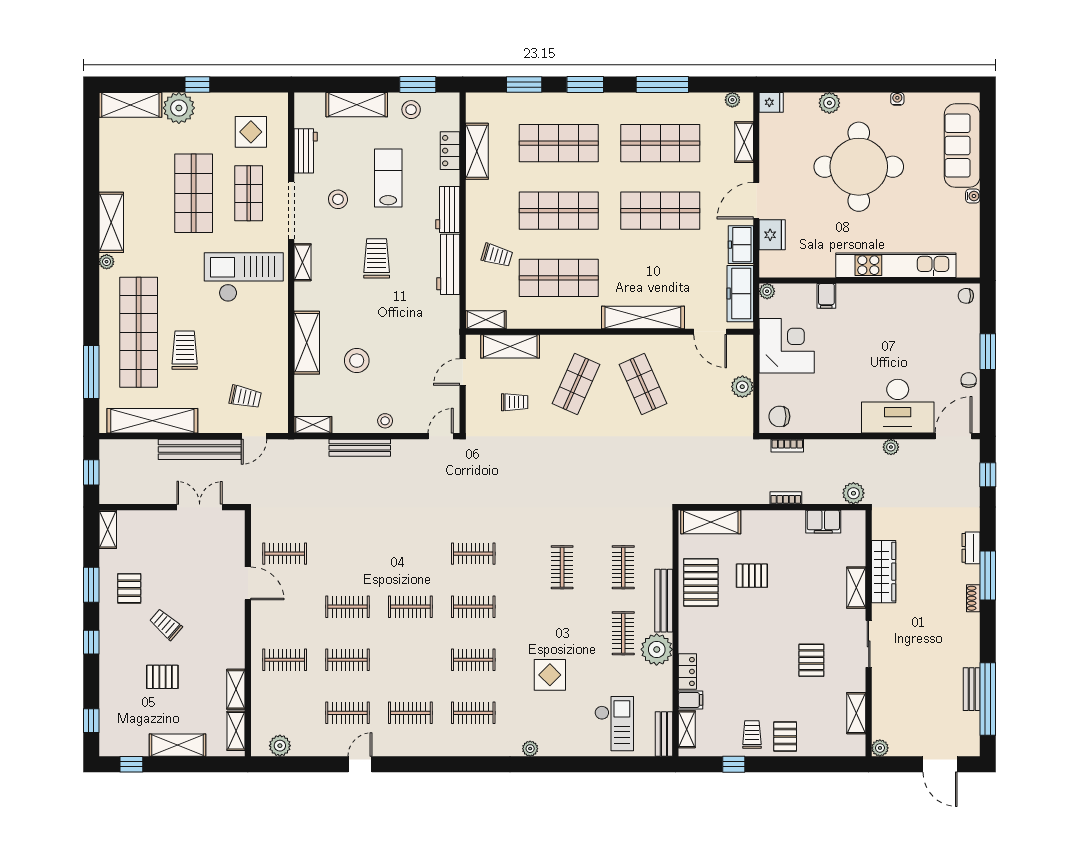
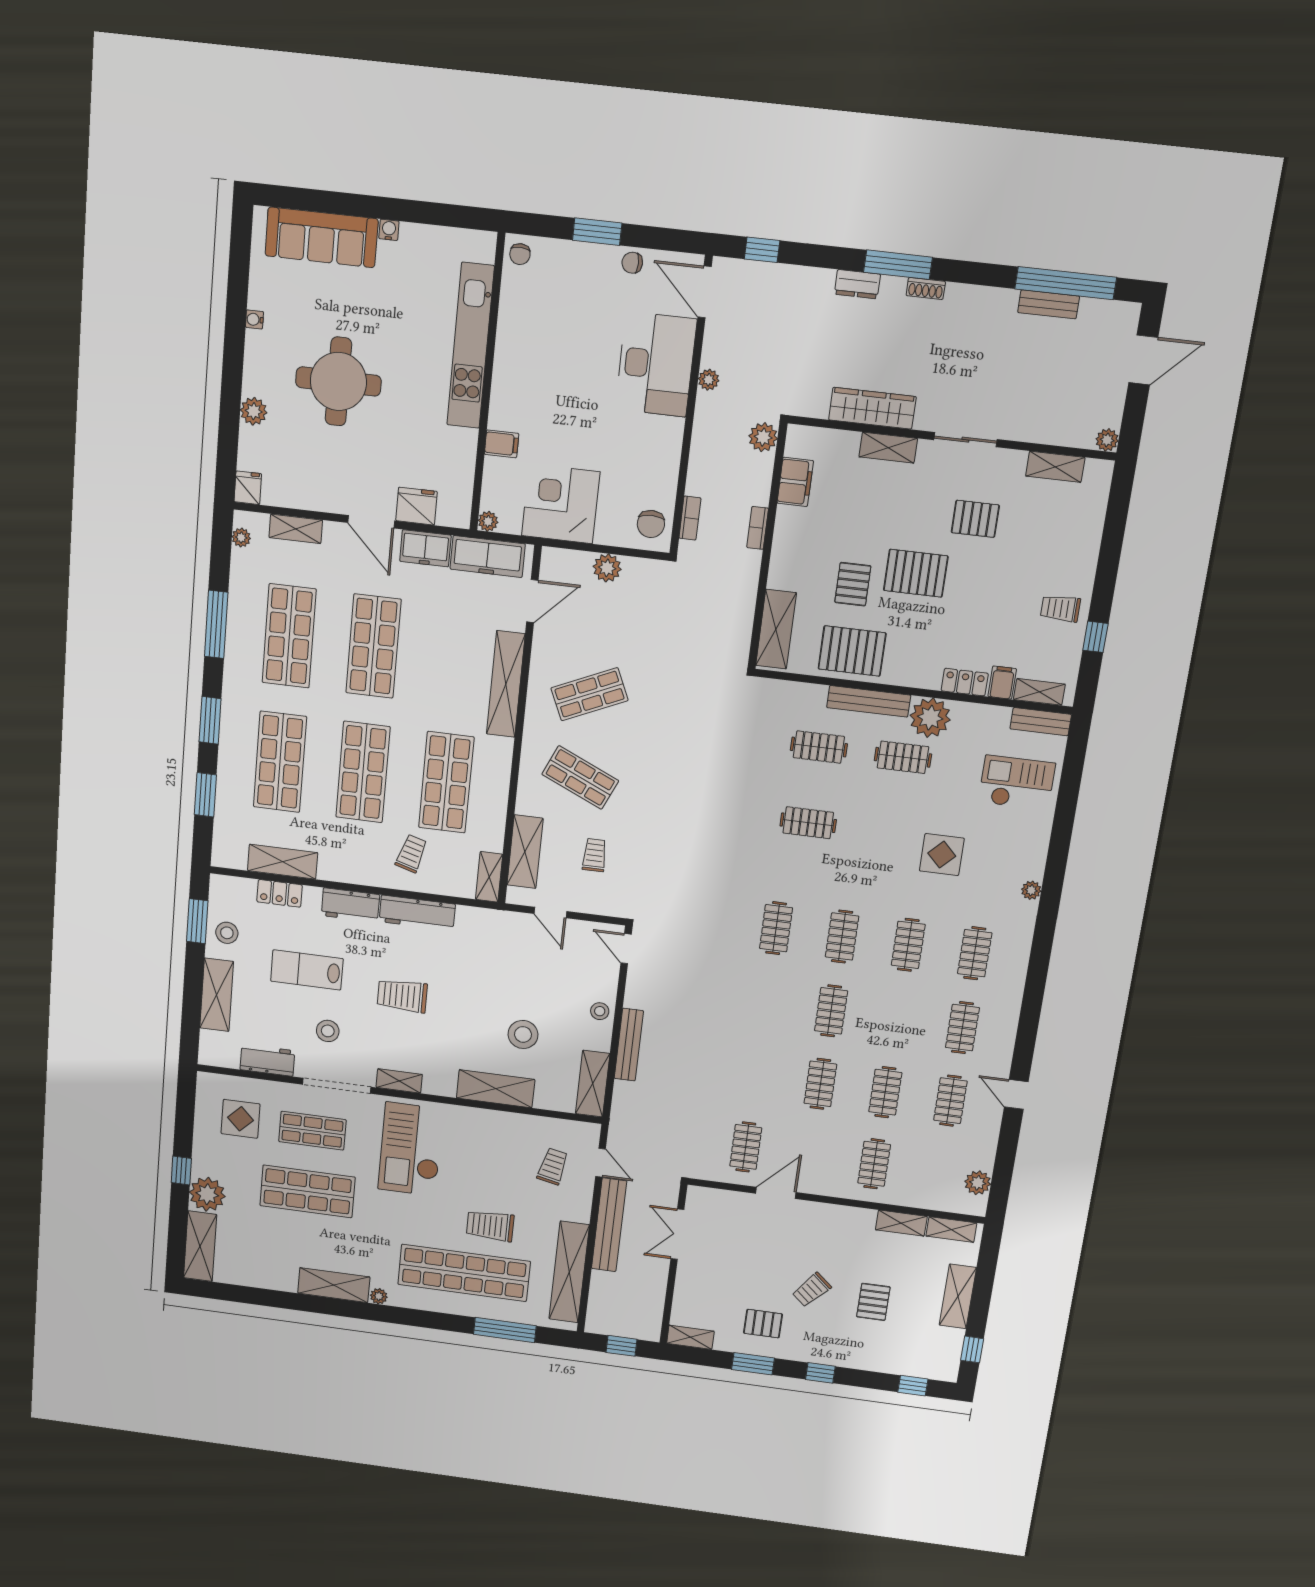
round table: (859, 167) -> (338, 381), width x0.73, depth x0.73
shelving: (313, 425) -> (593, 1084), width x1.50, depth x1.33
pallet: (785, 737) -> (916, 573), moved, width x1.50, depth x1.42

